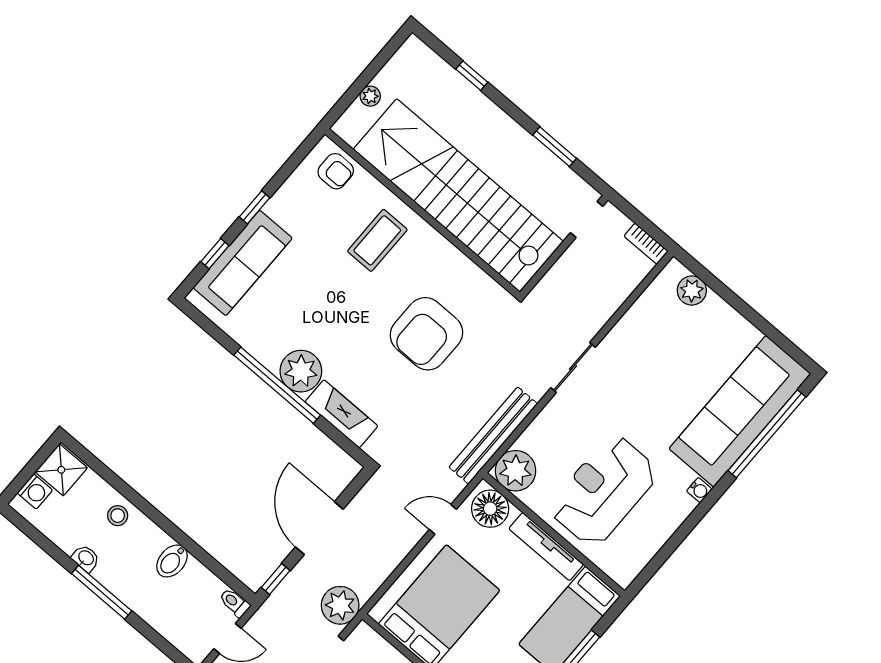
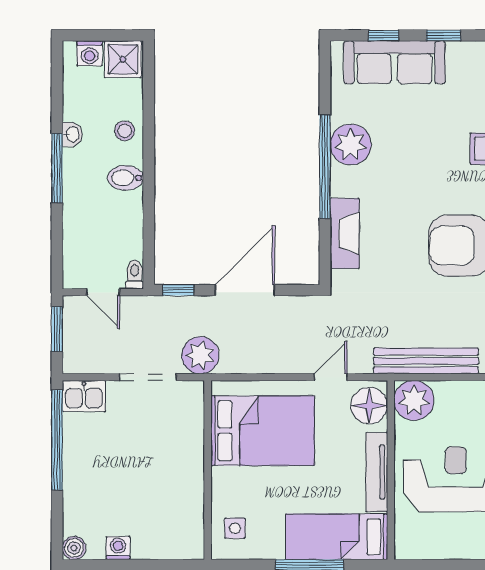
plant: (301, 371) -> (351, 145), moved
door: (443, 519) -> (331, 377), hinge flipped
bidet: (172, 561) -> (126, 178), moved

